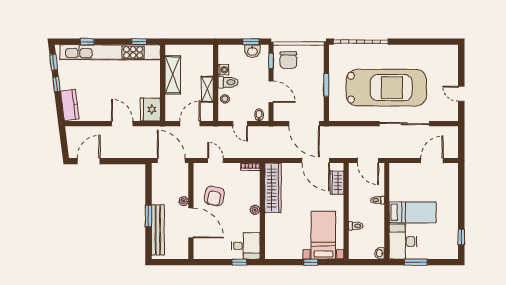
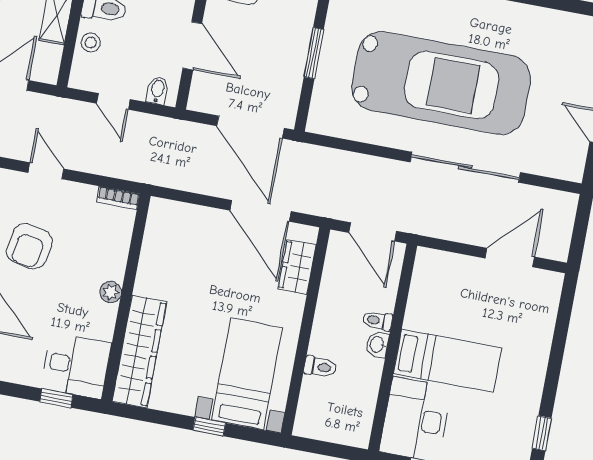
wardrobe: (273, 188) -> (139, 352), moved
washbasin: (380, 253) -> (377, 345), moved

